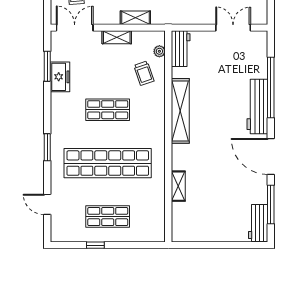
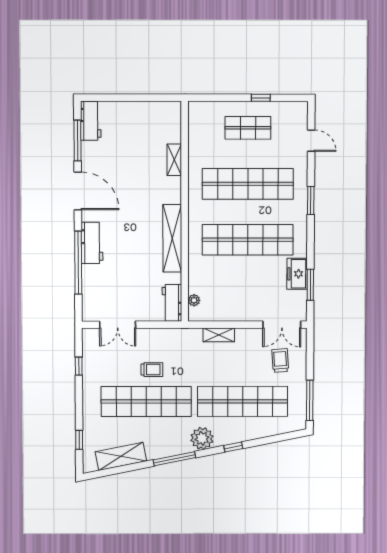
shelving: (117, 37) -> (238, 315), removed
trolley: (144, 73) -> (210, 278), removed
workbench: (257, 106) -> (92, 243), width x0.73
shop shelf: (108, 110) -> (248, 240), width x2.00, depth x1.36

